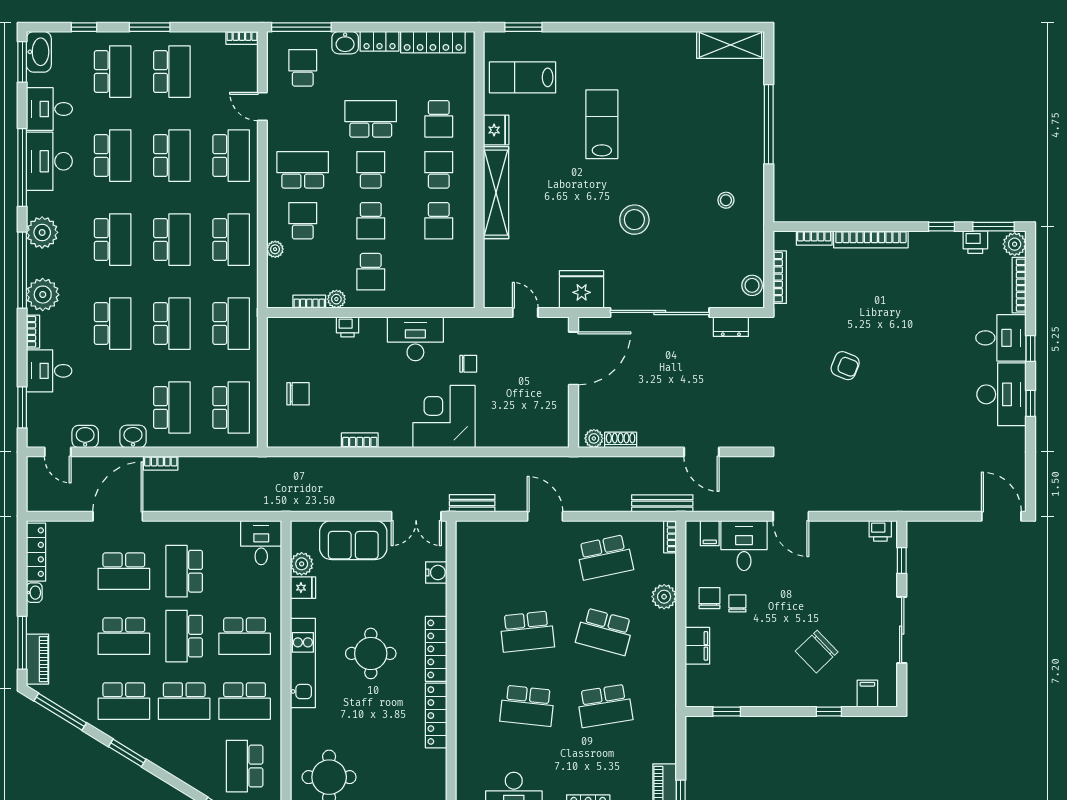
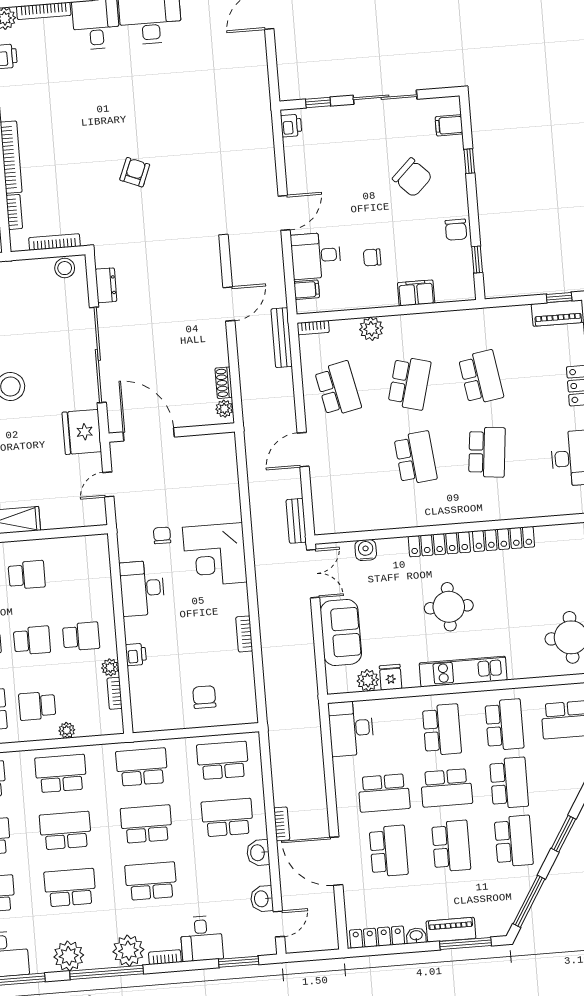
desk: (261, 543) -> (351, 728), width x1.37
chair: (709, 598) -> (456, 230), moved, turned -90
piano: (38, 659) -> (451, 930), moved

